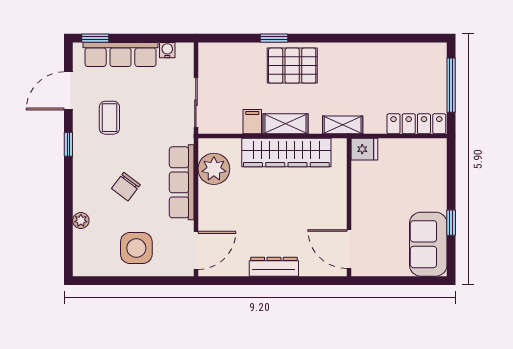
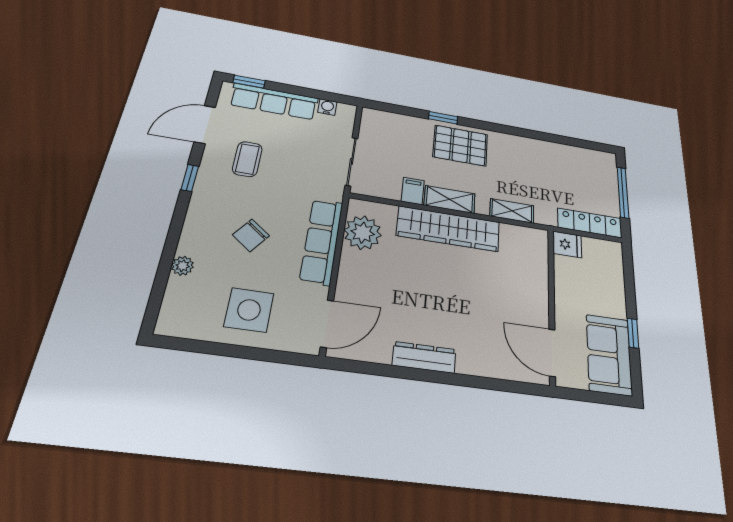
fridge: (364, 149) -> (567, 244), moved
wall: (349, 207) -> (552, 304), moved
door: (349, 249) -> (552, 353), moved

